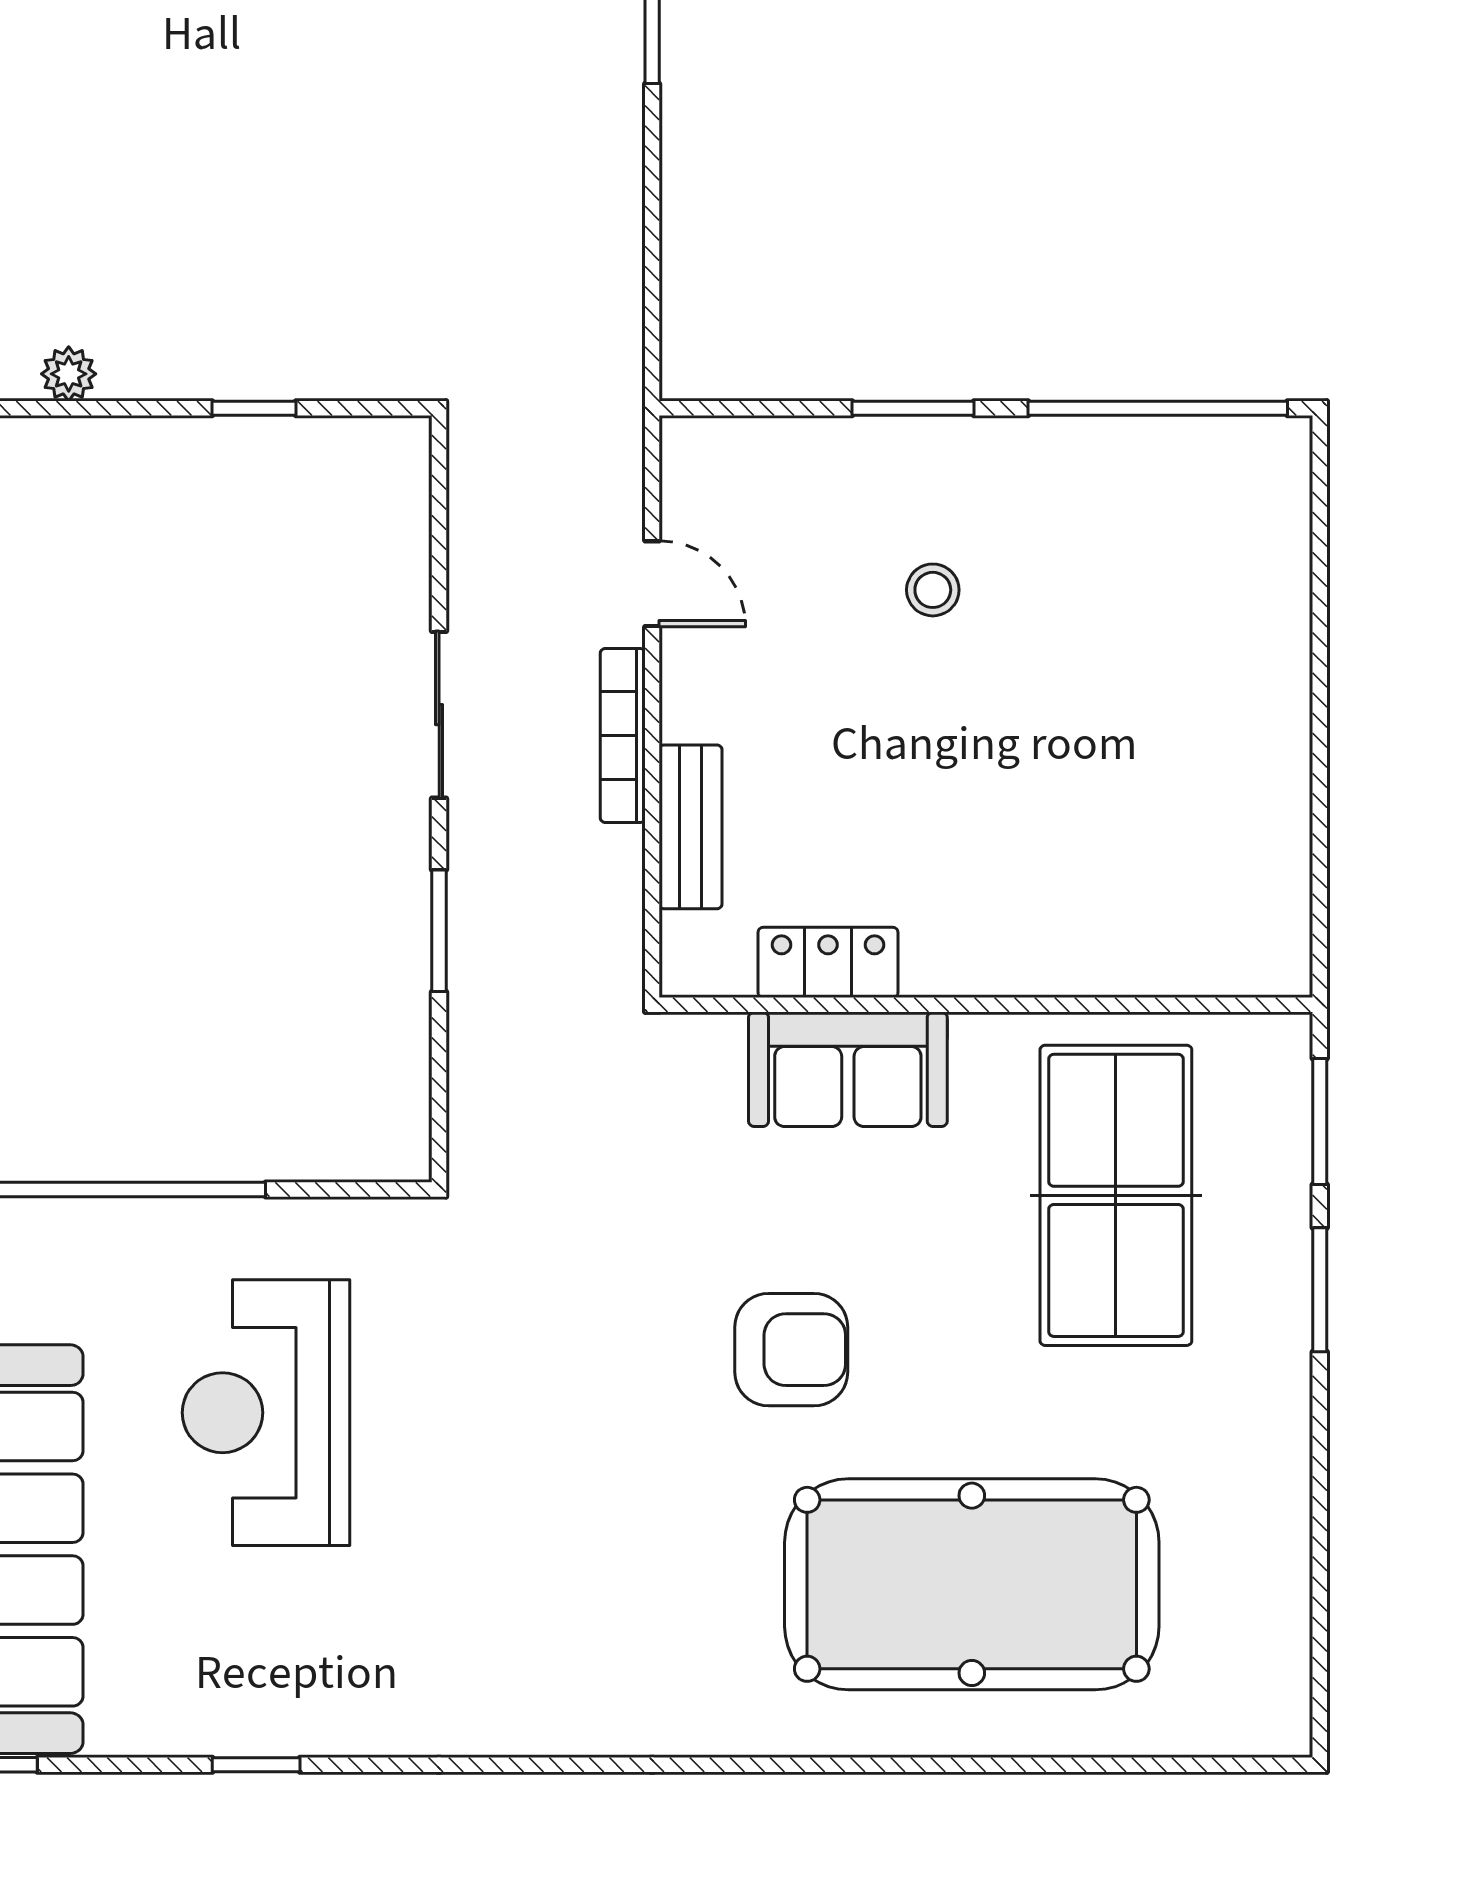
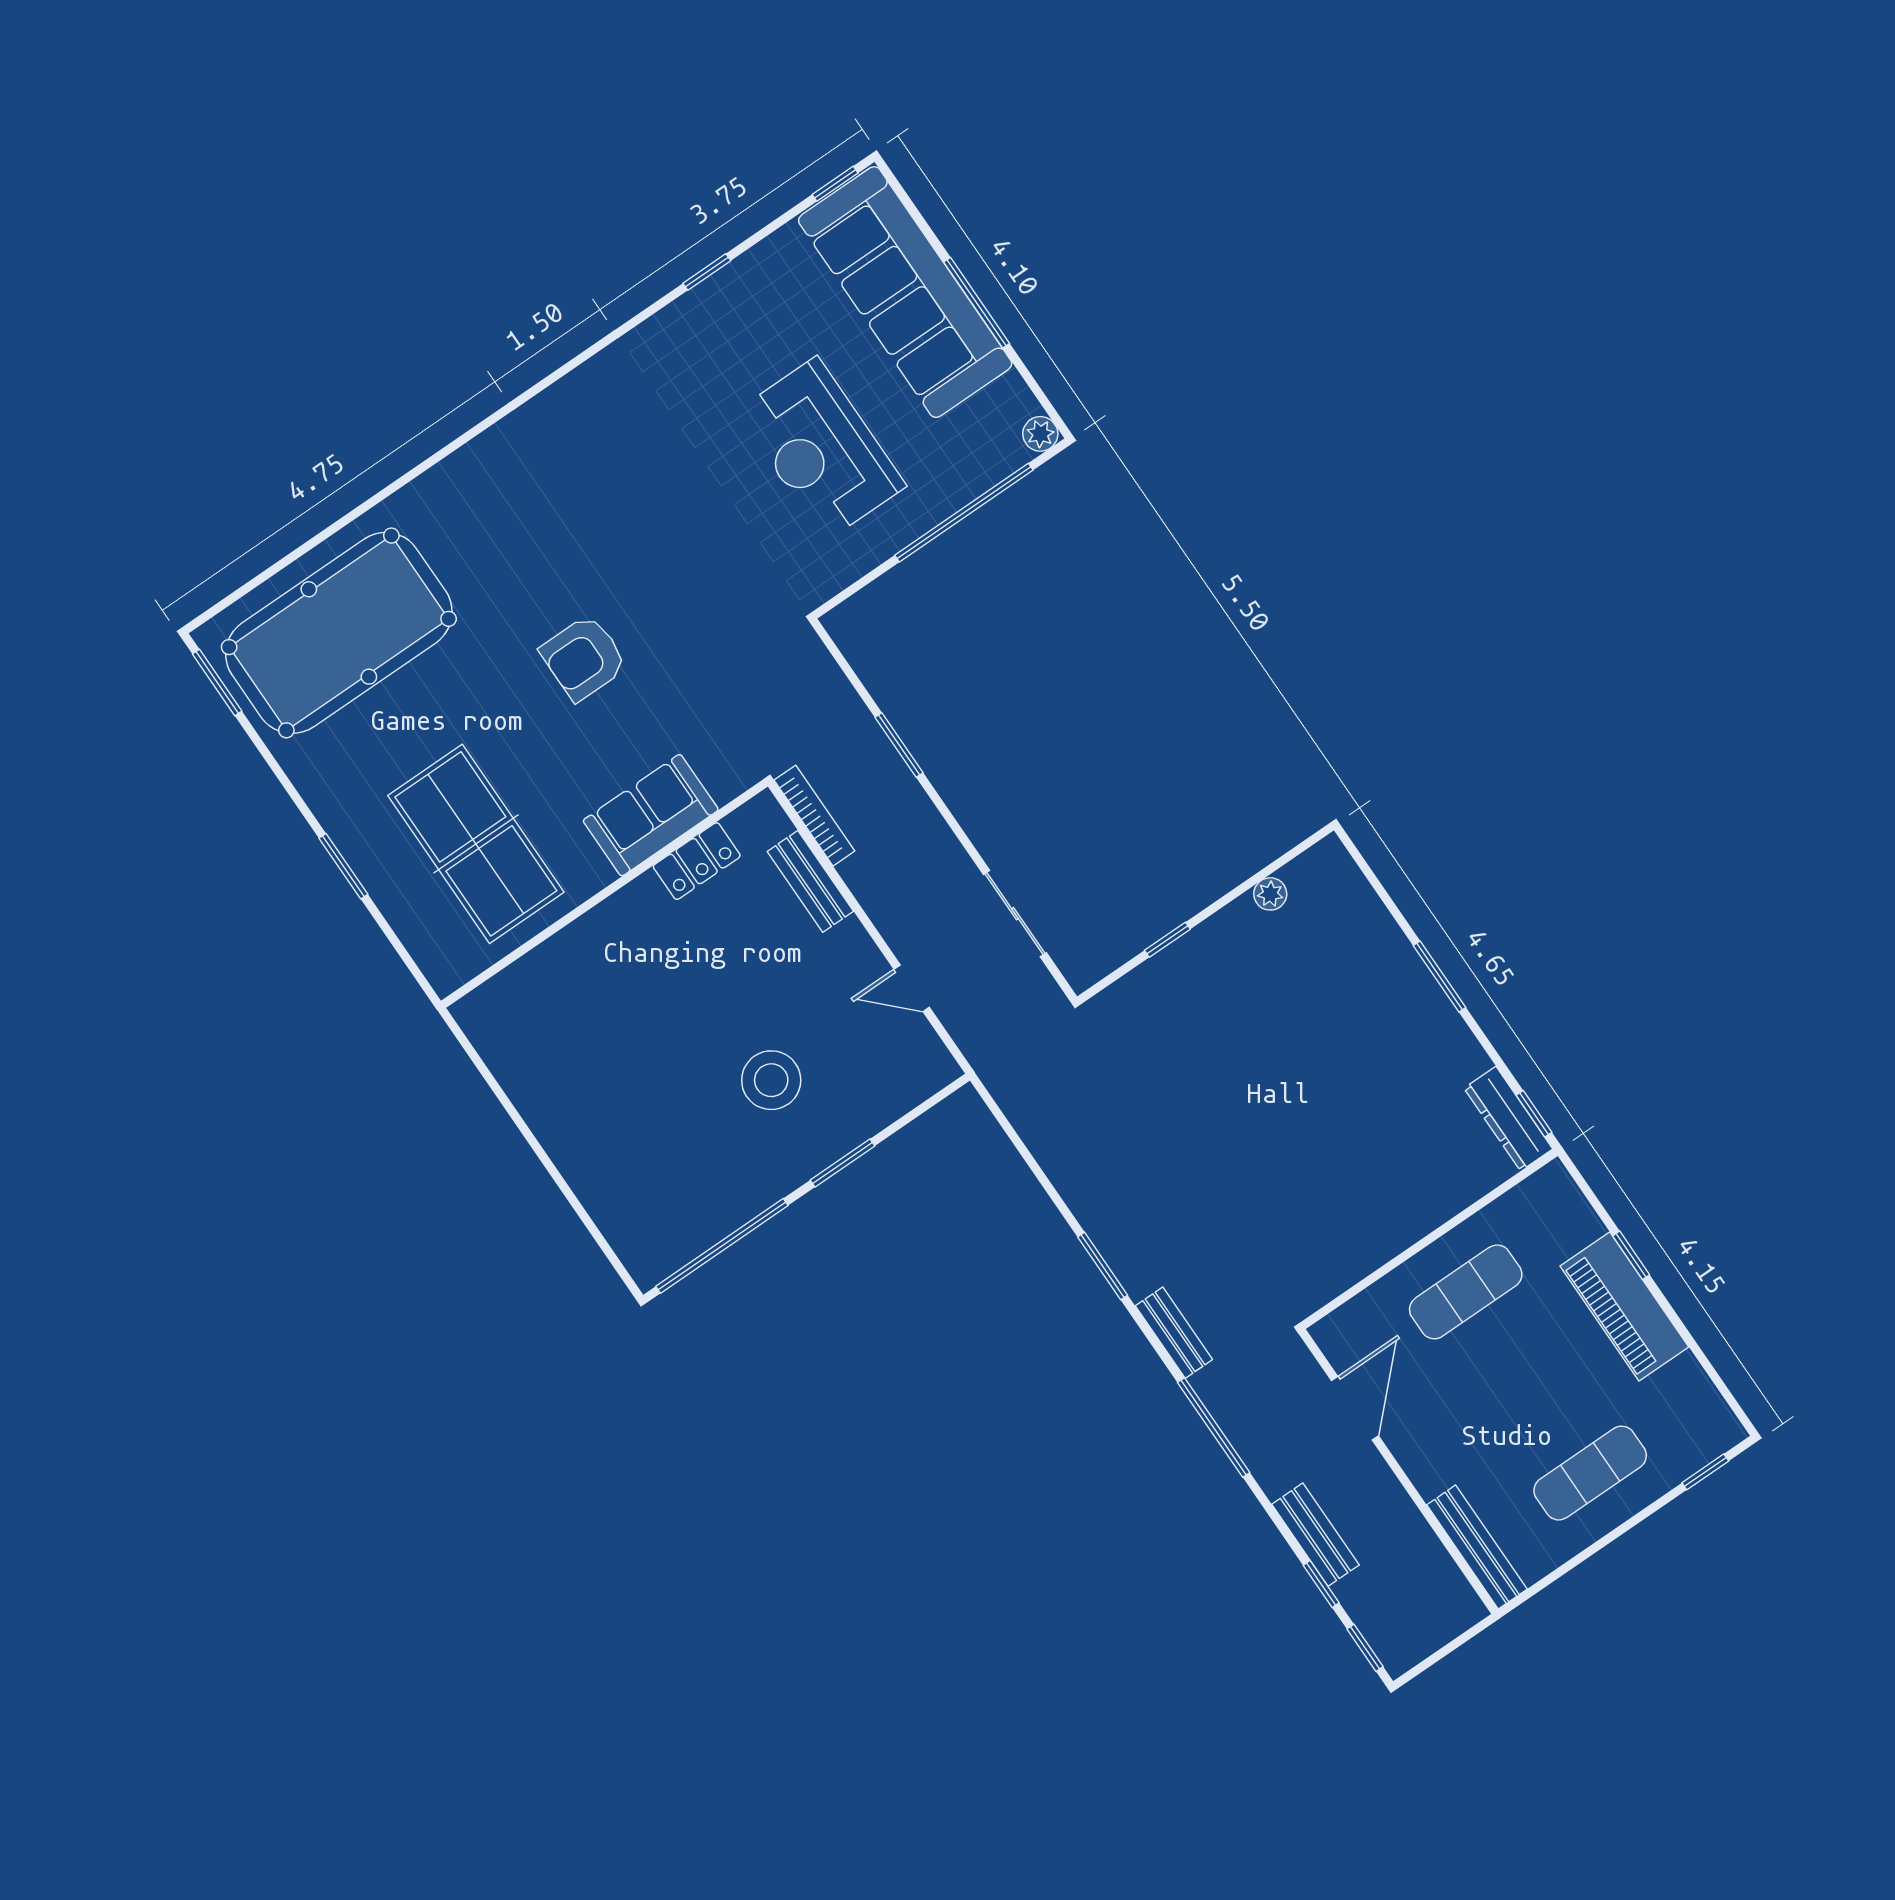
stool: (933, 590) -> (771, 1080), width x1.89, depth x1.89
sliding door: (439, 715) -> (1015, 914), moved
bookcase: (623, 735) -> (814, 816), moved
window: (1320, 1121) -> (217, 682), moved
reception desk: (266, 1413) -> (821, 449), turned 180
pool table: (972, 1584) -> (339, 633), moved

